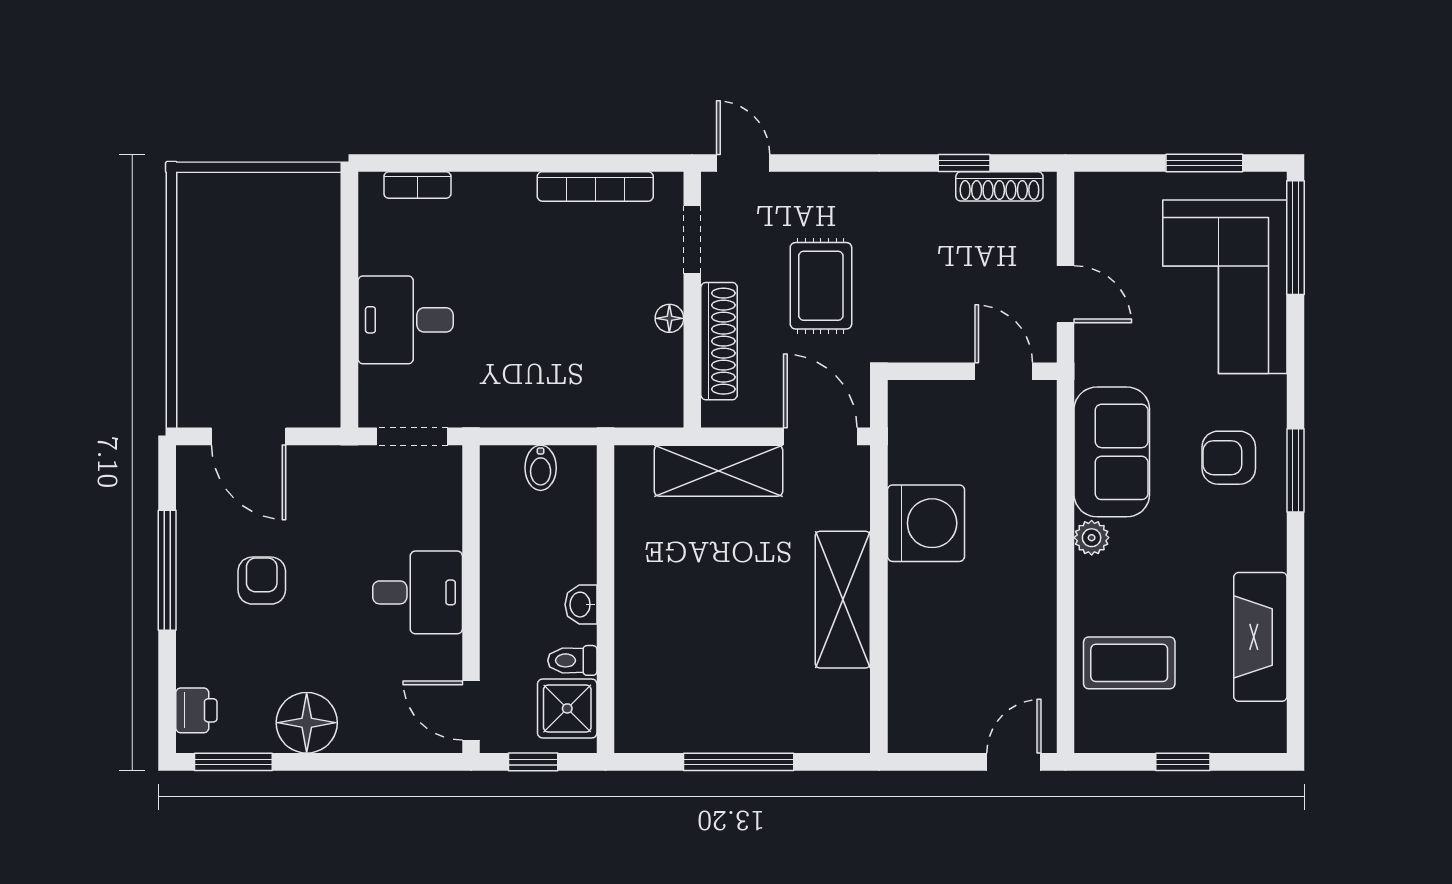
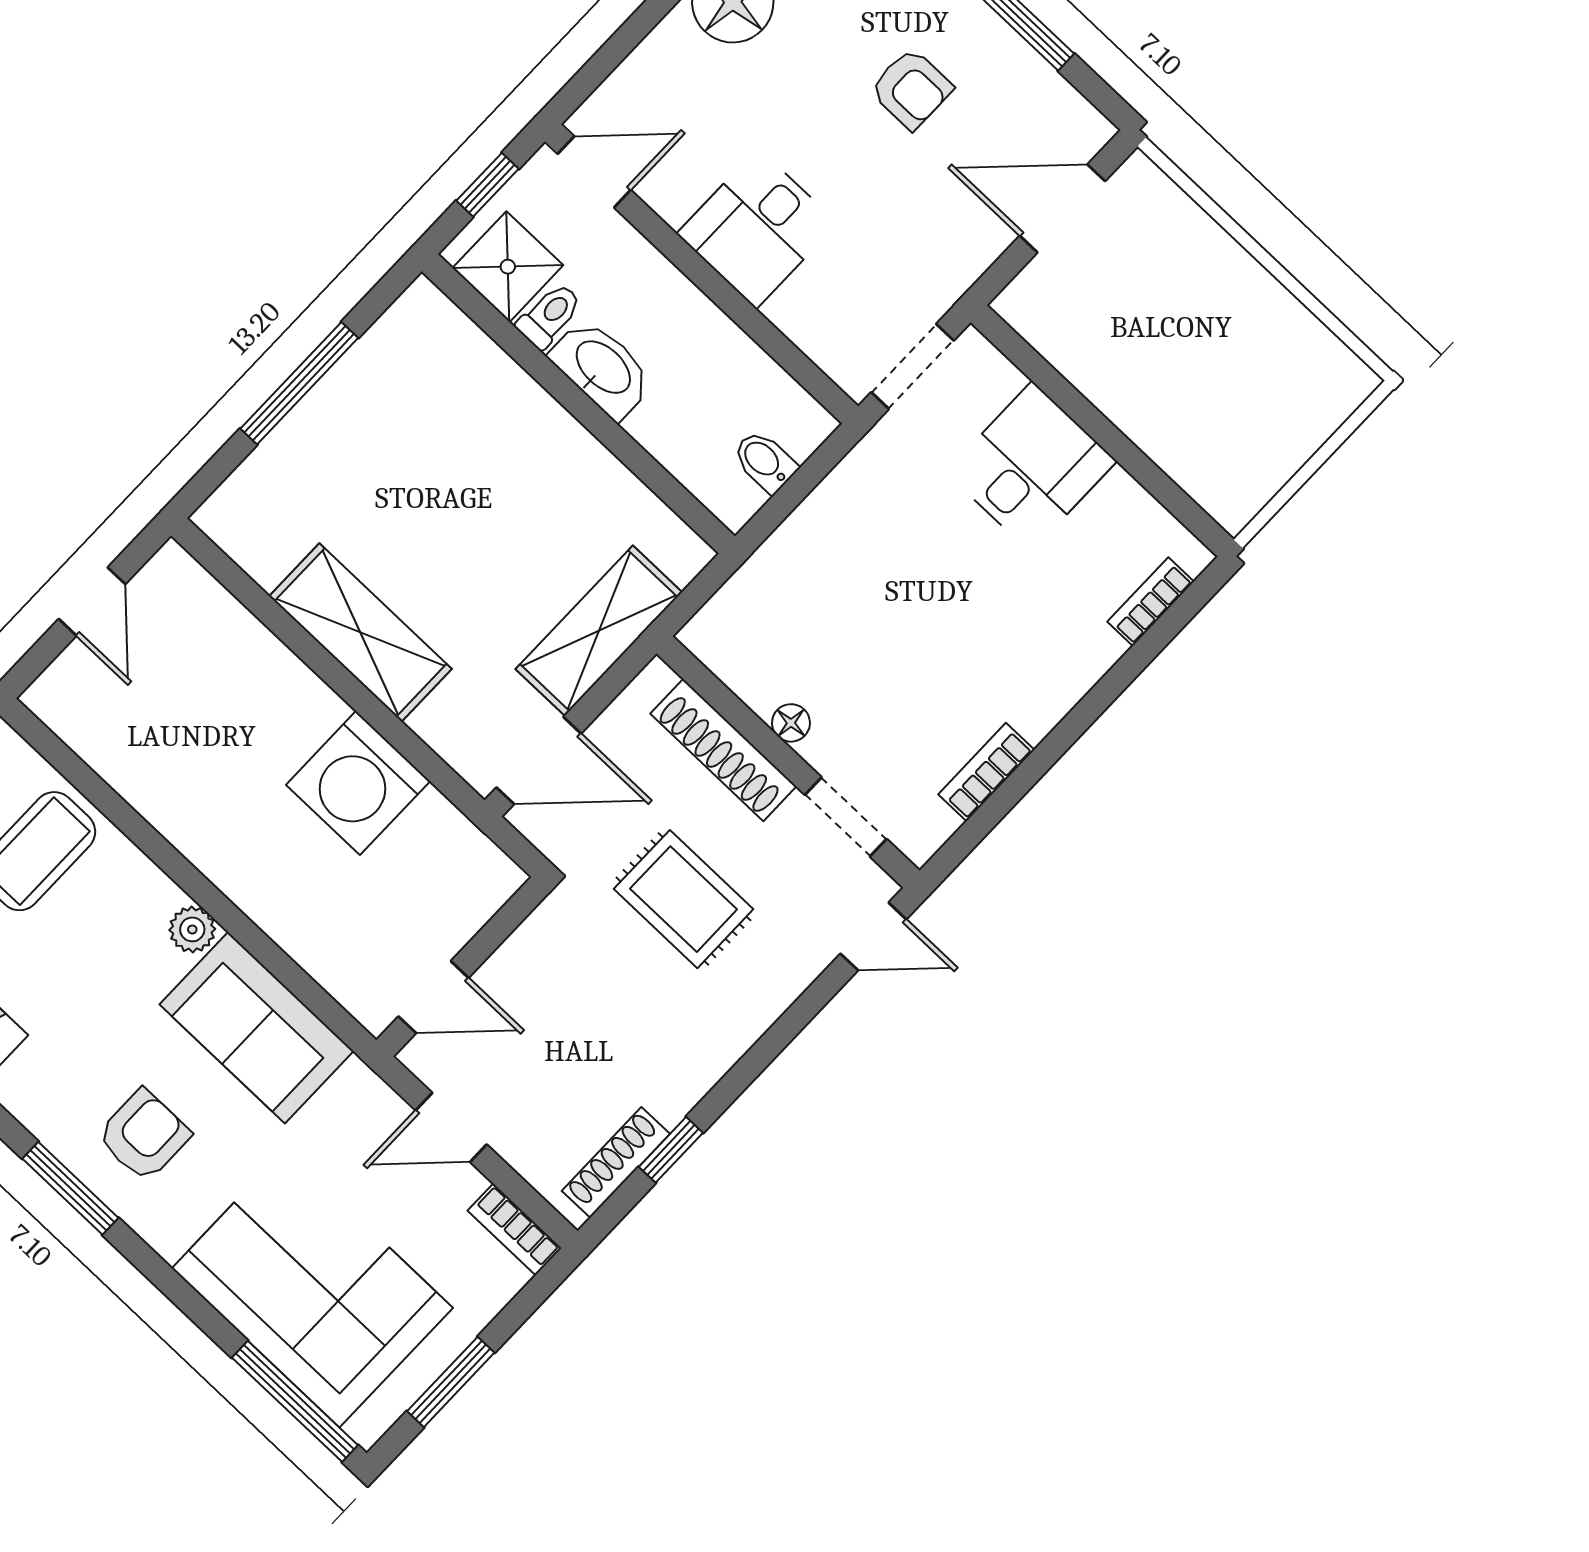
bookcase: (595, 186) -> (986, 772), width x0.64
bookcase: (1088, 207) -> (515, 1229), added
washbasin: (581, 605) -> (602, 368), width x1.91, depth x1.45
door: (1014, 762) -> (92, 602), moved

